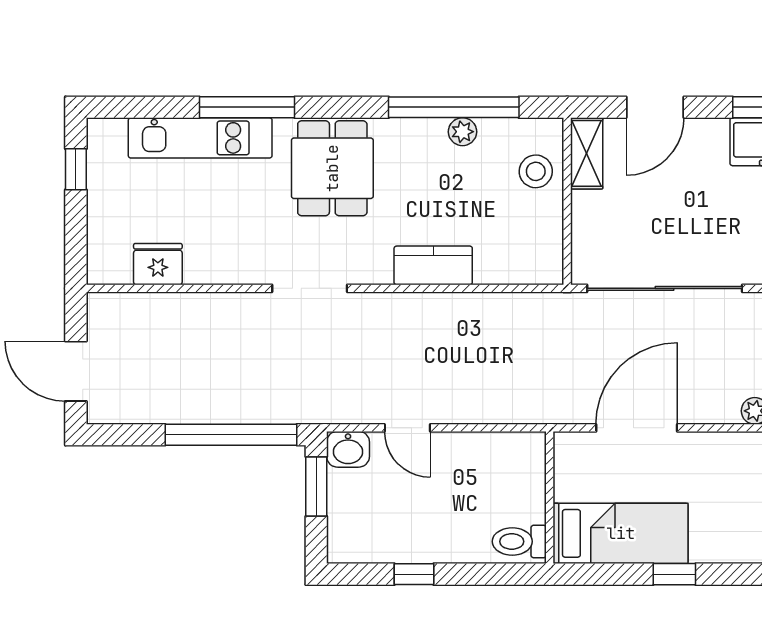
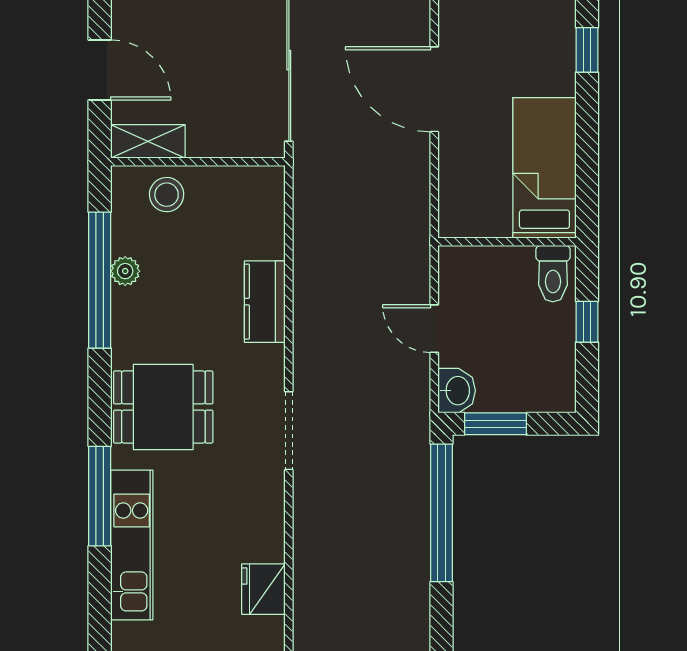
door: (407, 428) -> (434, 329), swing flipped
wall: (550, 497) -> (507, 242), moved
bed: (621, 533) -> (544, 168), moved
toilet: (519, 541) -> (553, 274), moved

